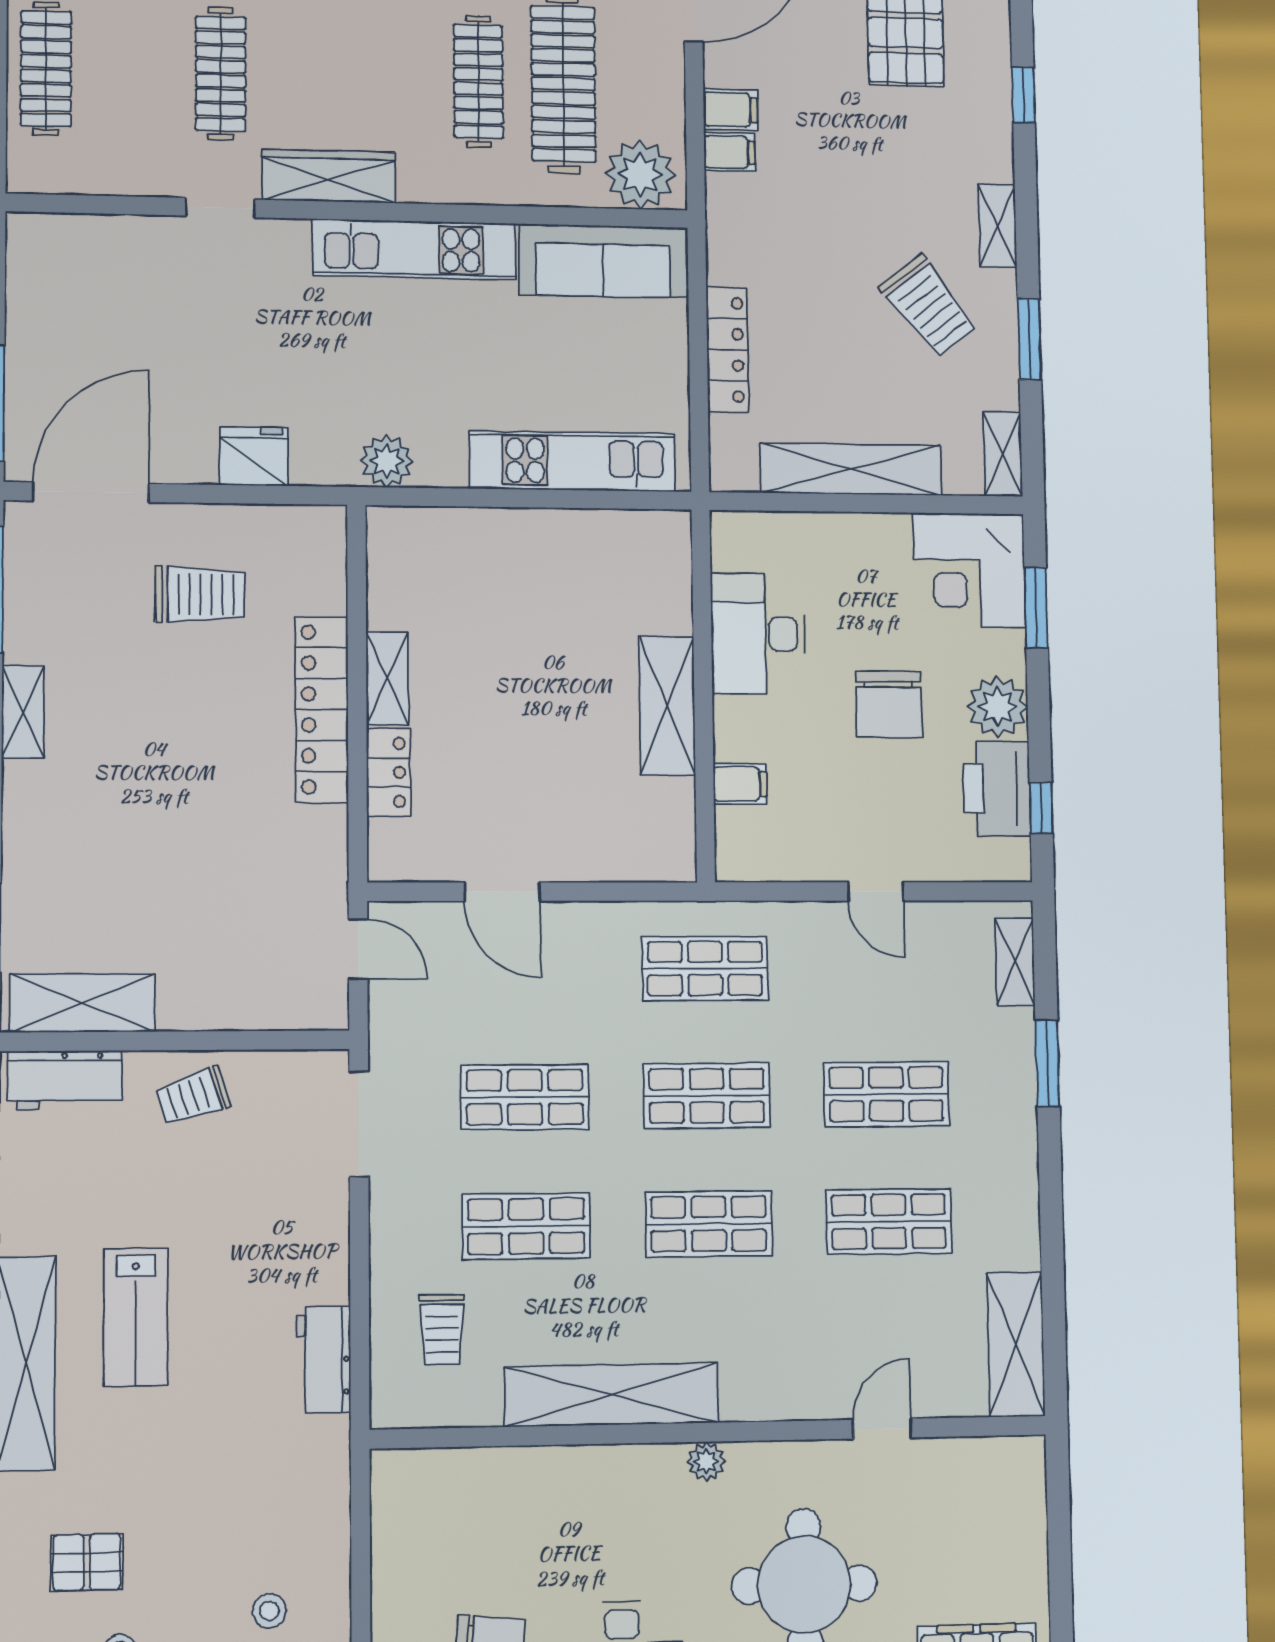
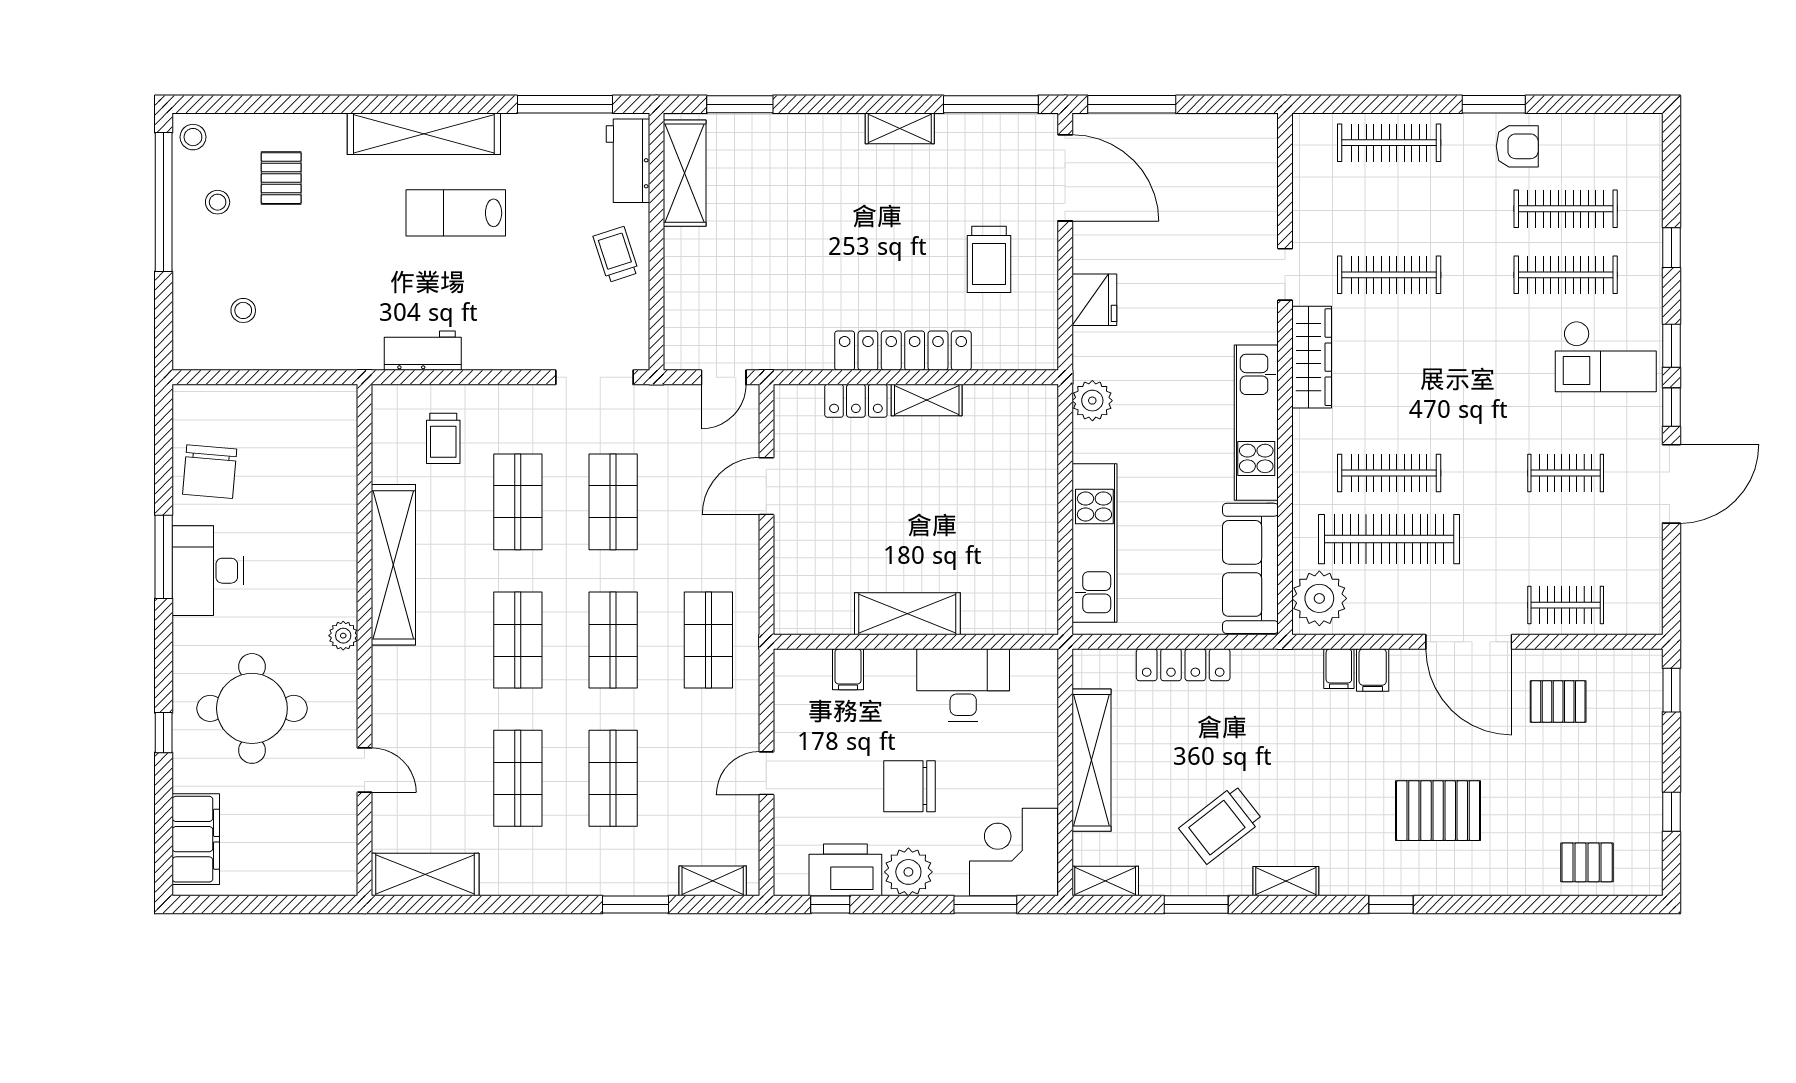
trolley: (442, 1329) -> (443, 438), turned -90

